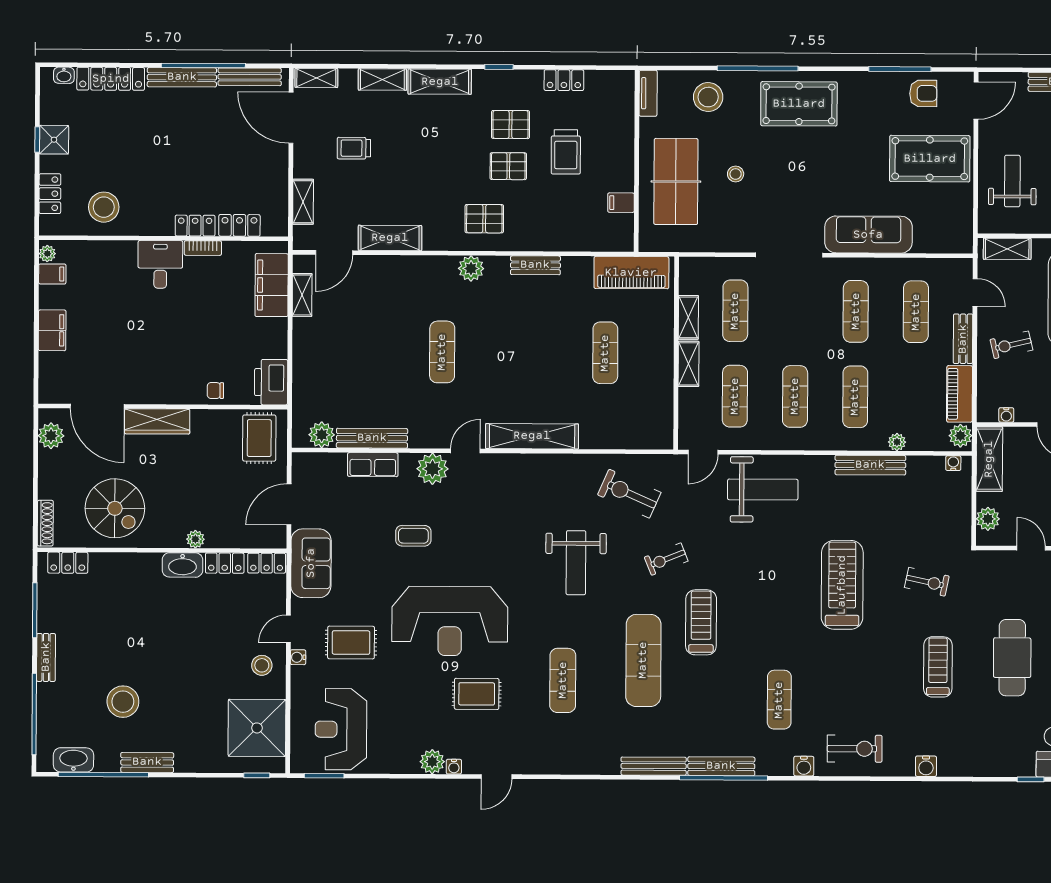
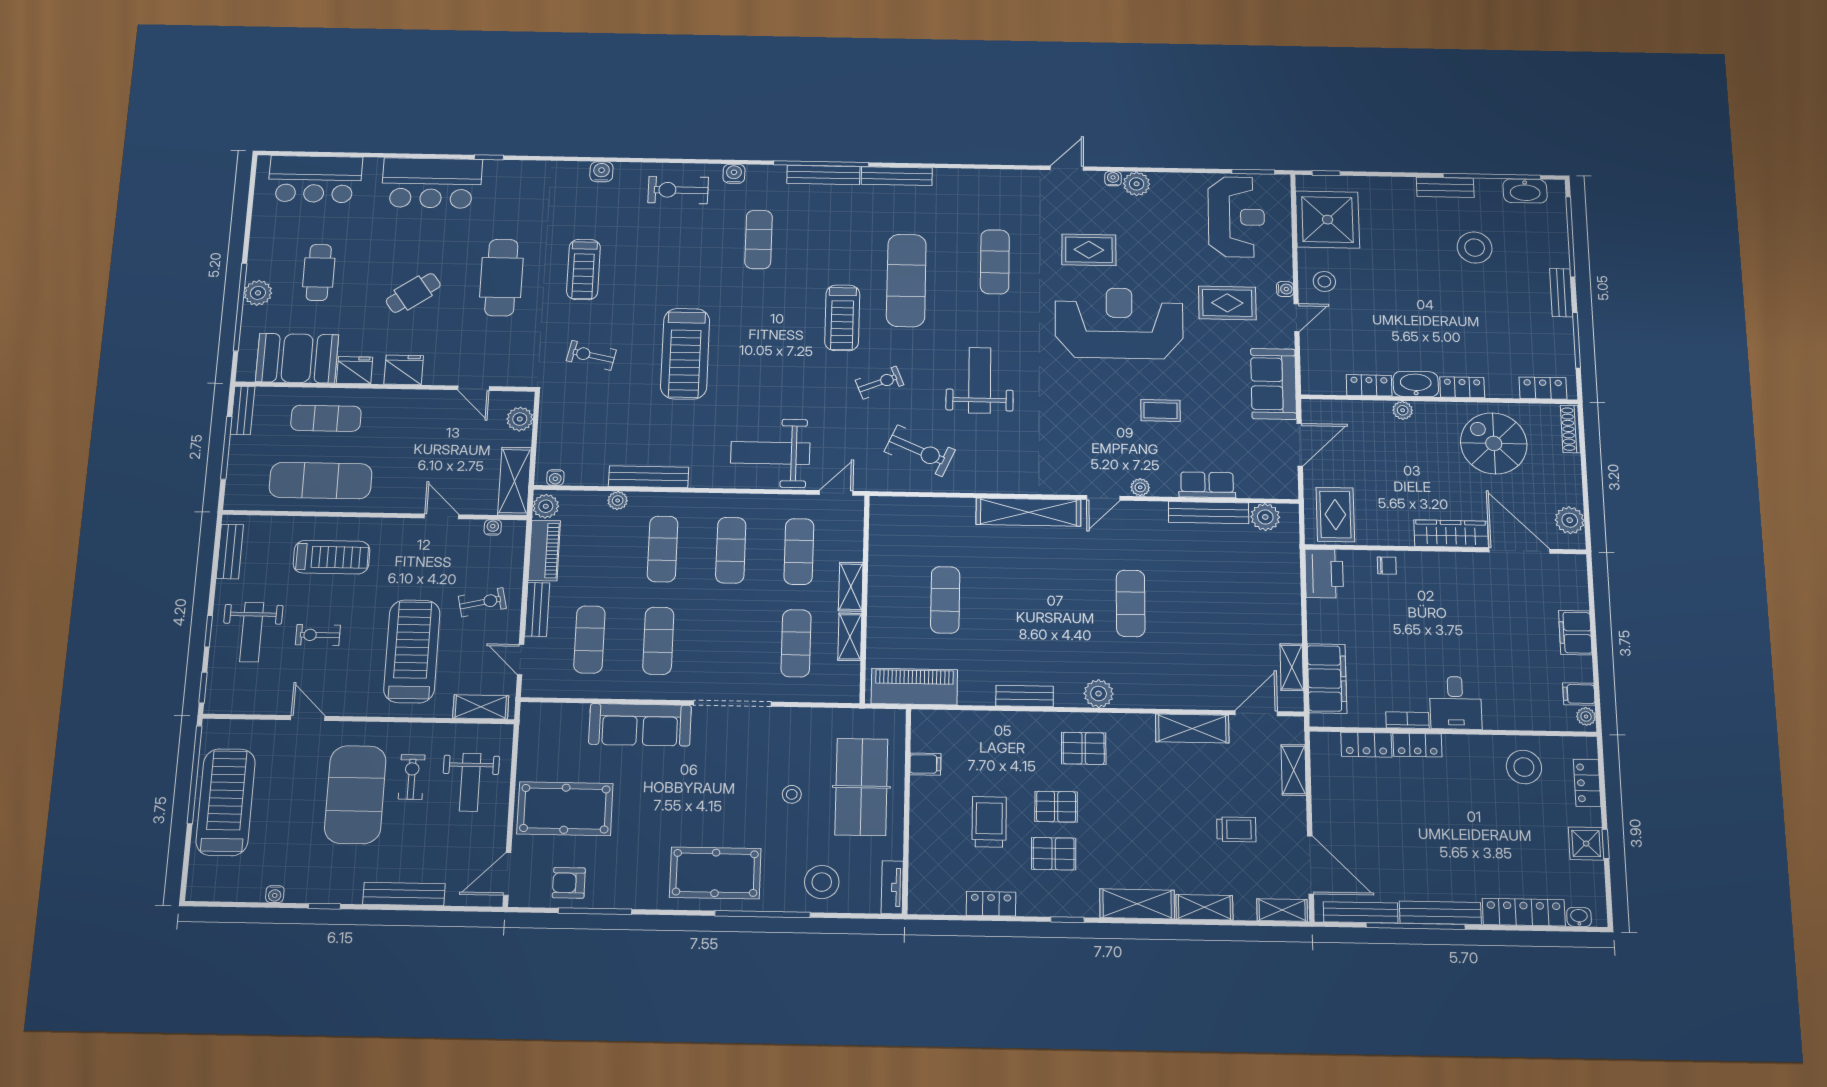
plant: (432, 469) -> (1140, 487), width x0.53, depth x0.53
locker: (267, 563) -> (1462, 387), moved

